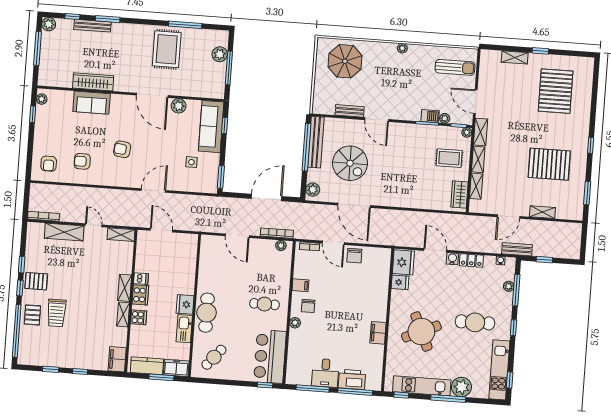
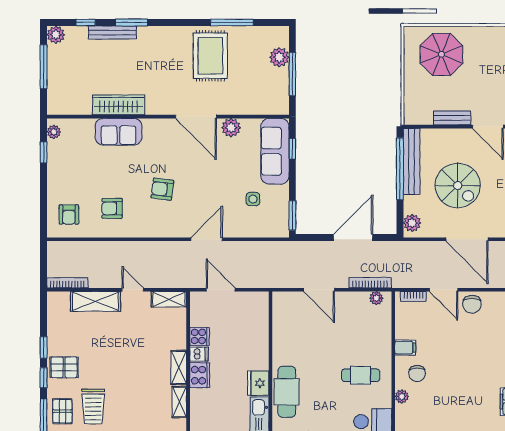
cooker: (139, 317) -> (200, 336), moved

